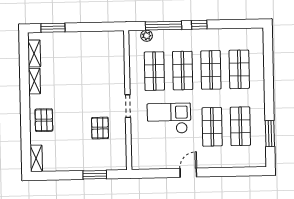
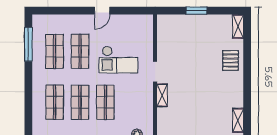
shop shelf: (154, 71) -> (131, 102), removed
shelving: (34, 81) -> (162, 95), moved
pallet: (100, 128) -> (180, 52), removed
window: (270, 134) -> (28, 44), width x1.44
window: (95, 175) -> (196, 11), moved

